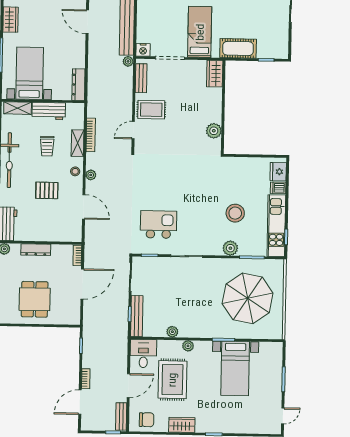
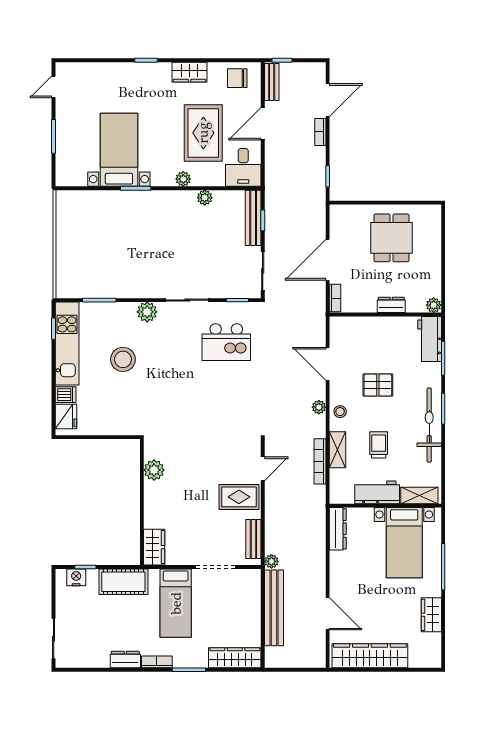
nightstand: (143, 50) -> (76, 577), moved
plant: (230, 248) -> (147, 312), moved
dresser: (36, 250) -> (391, 305), width x0.70
parasol: (248, 298) -> (104, 245), removed

